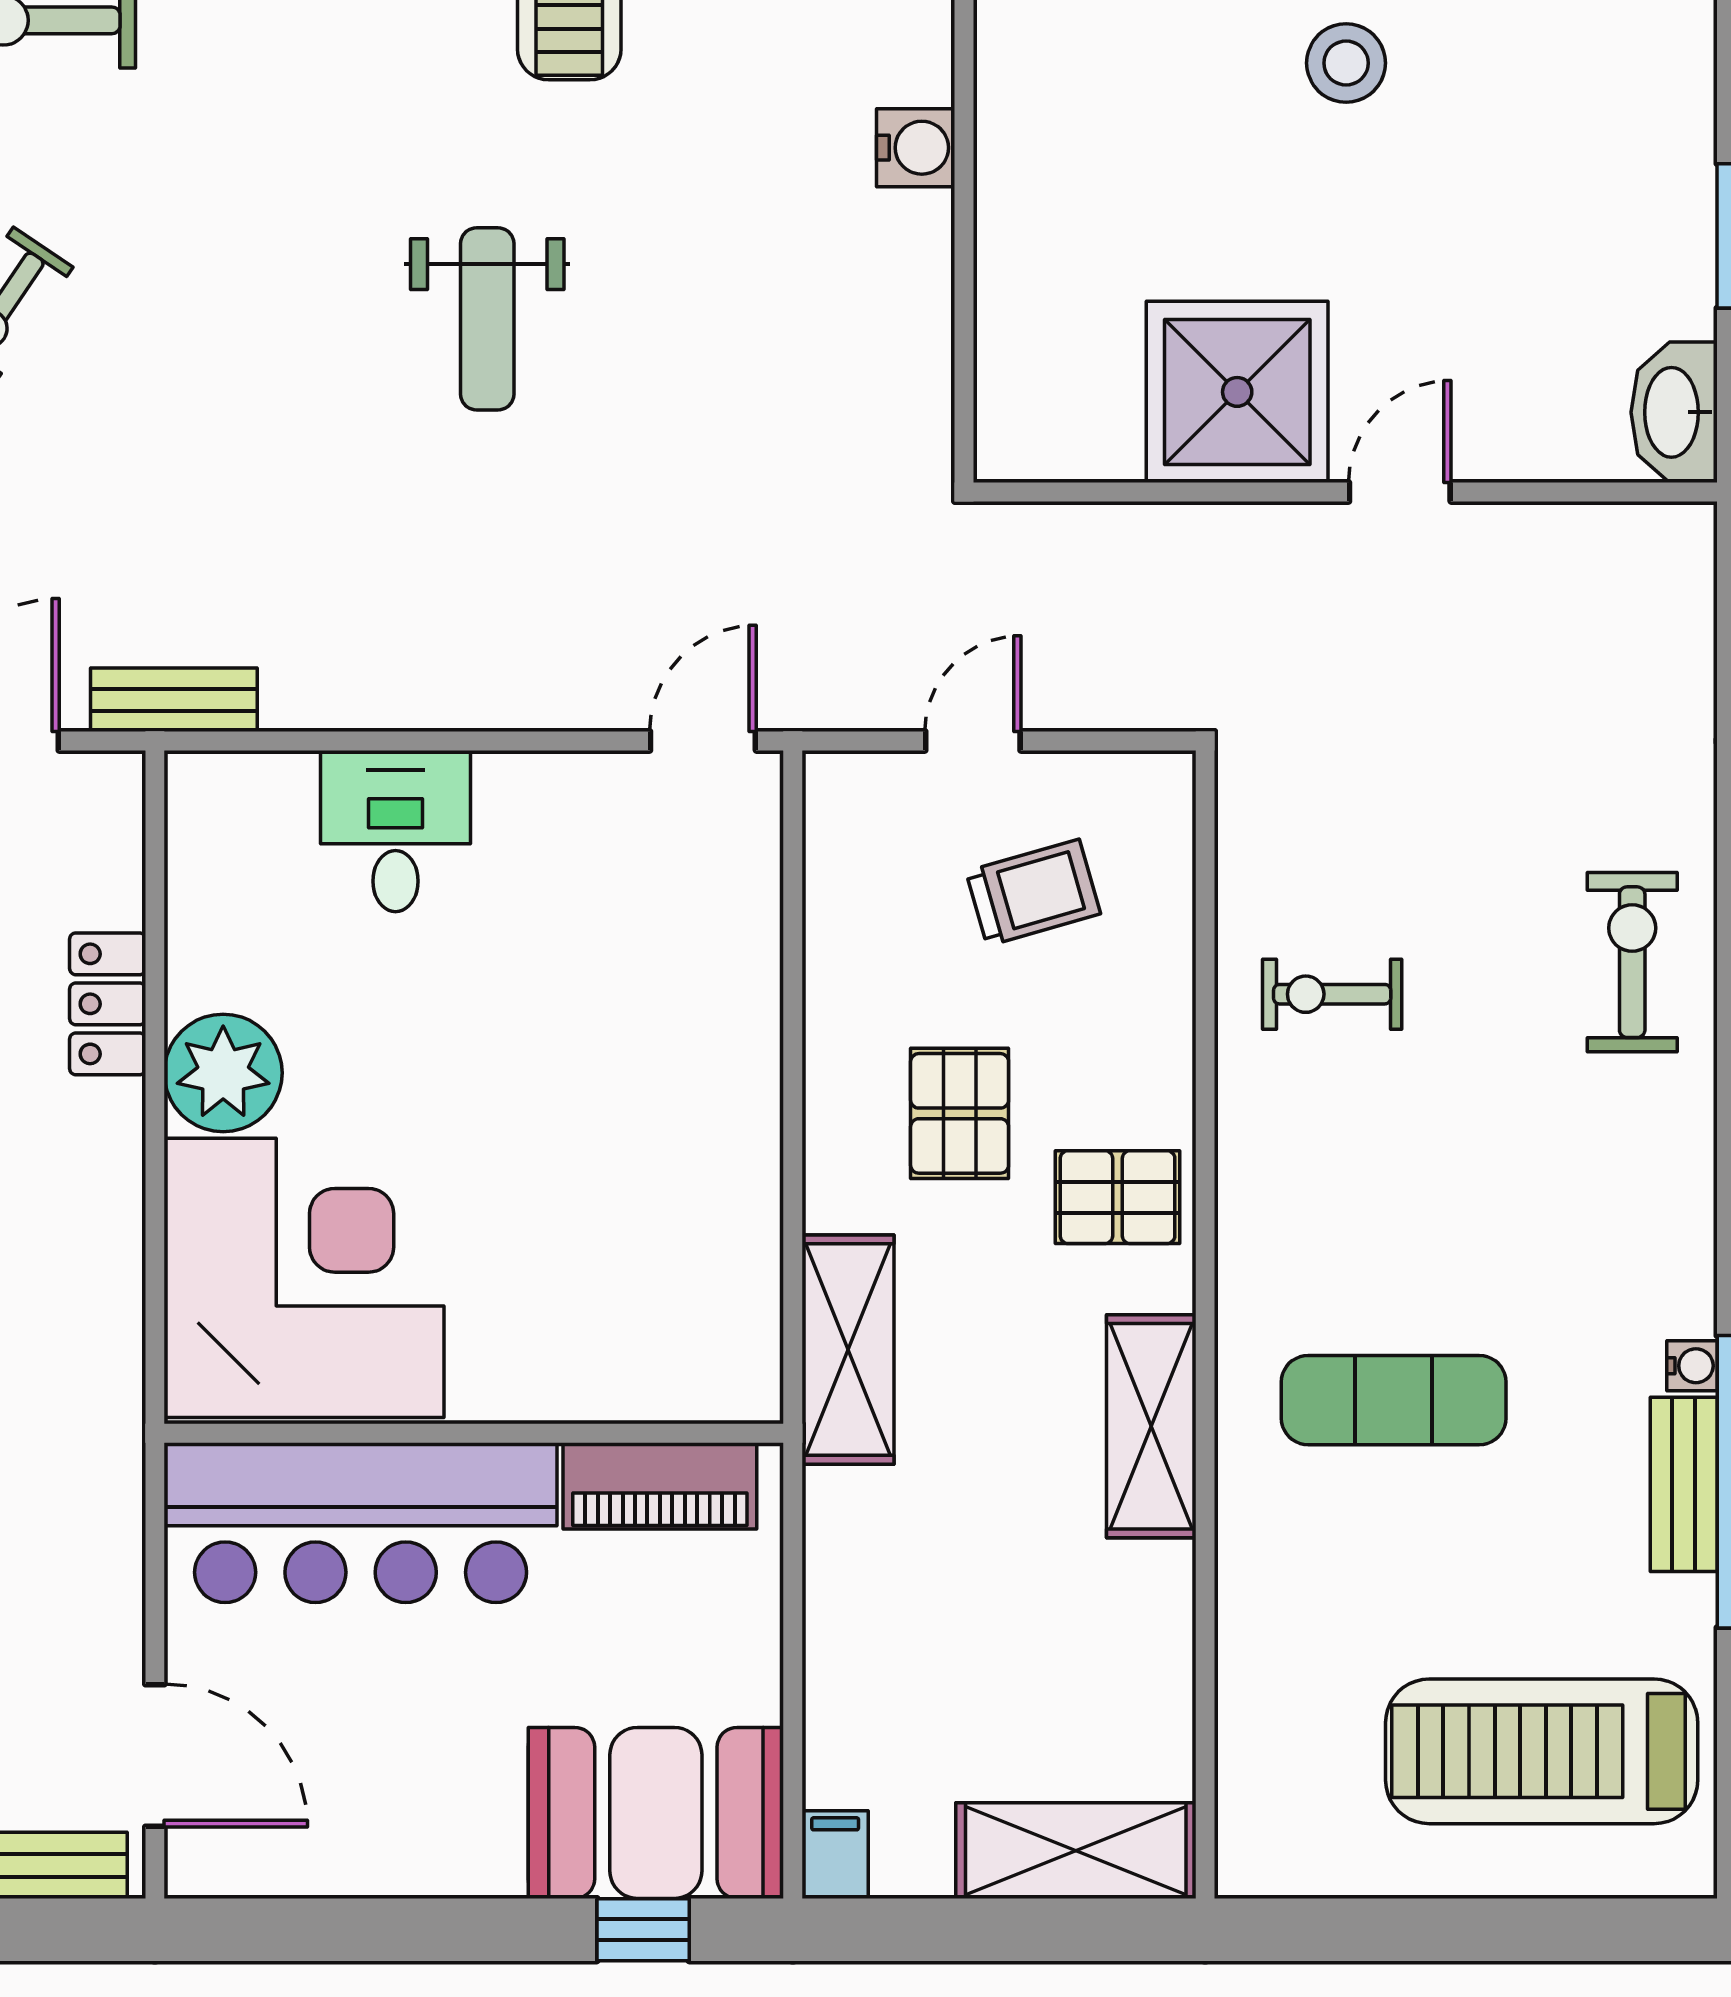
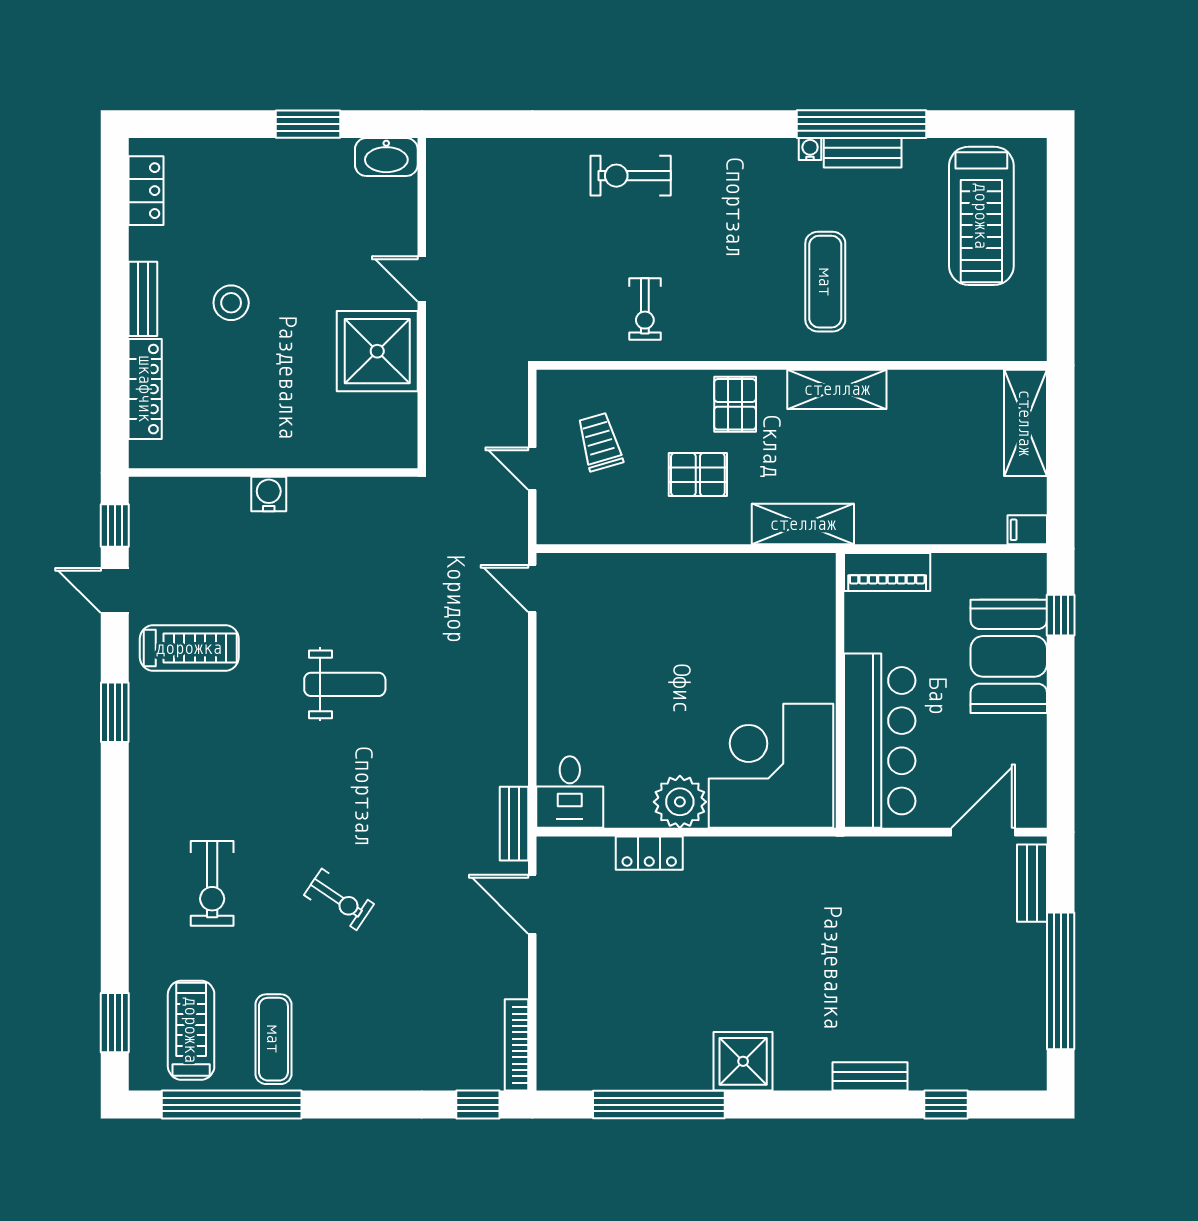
desk: (395, 831) -> (570, 792), moved, turned -90
piano: (660, 1486) -> (887, 572), moved, turned 90
booth: (656, 1813) -> (1009, 656), moved

